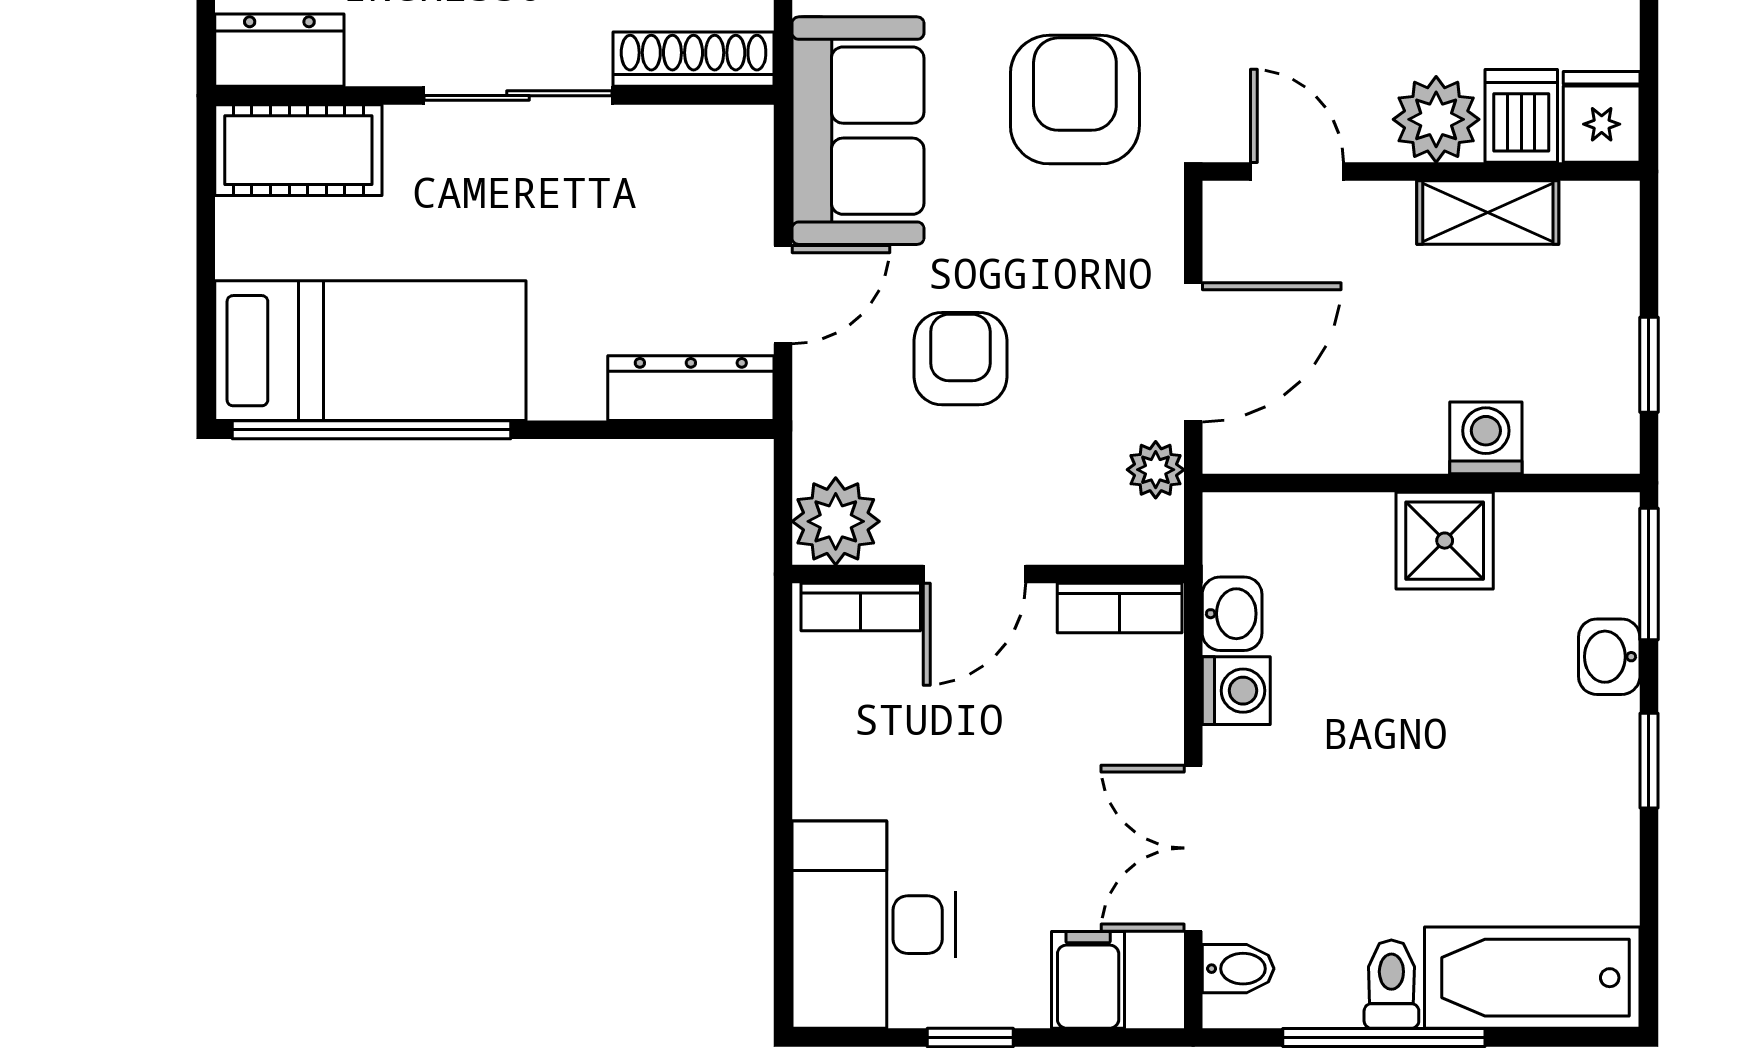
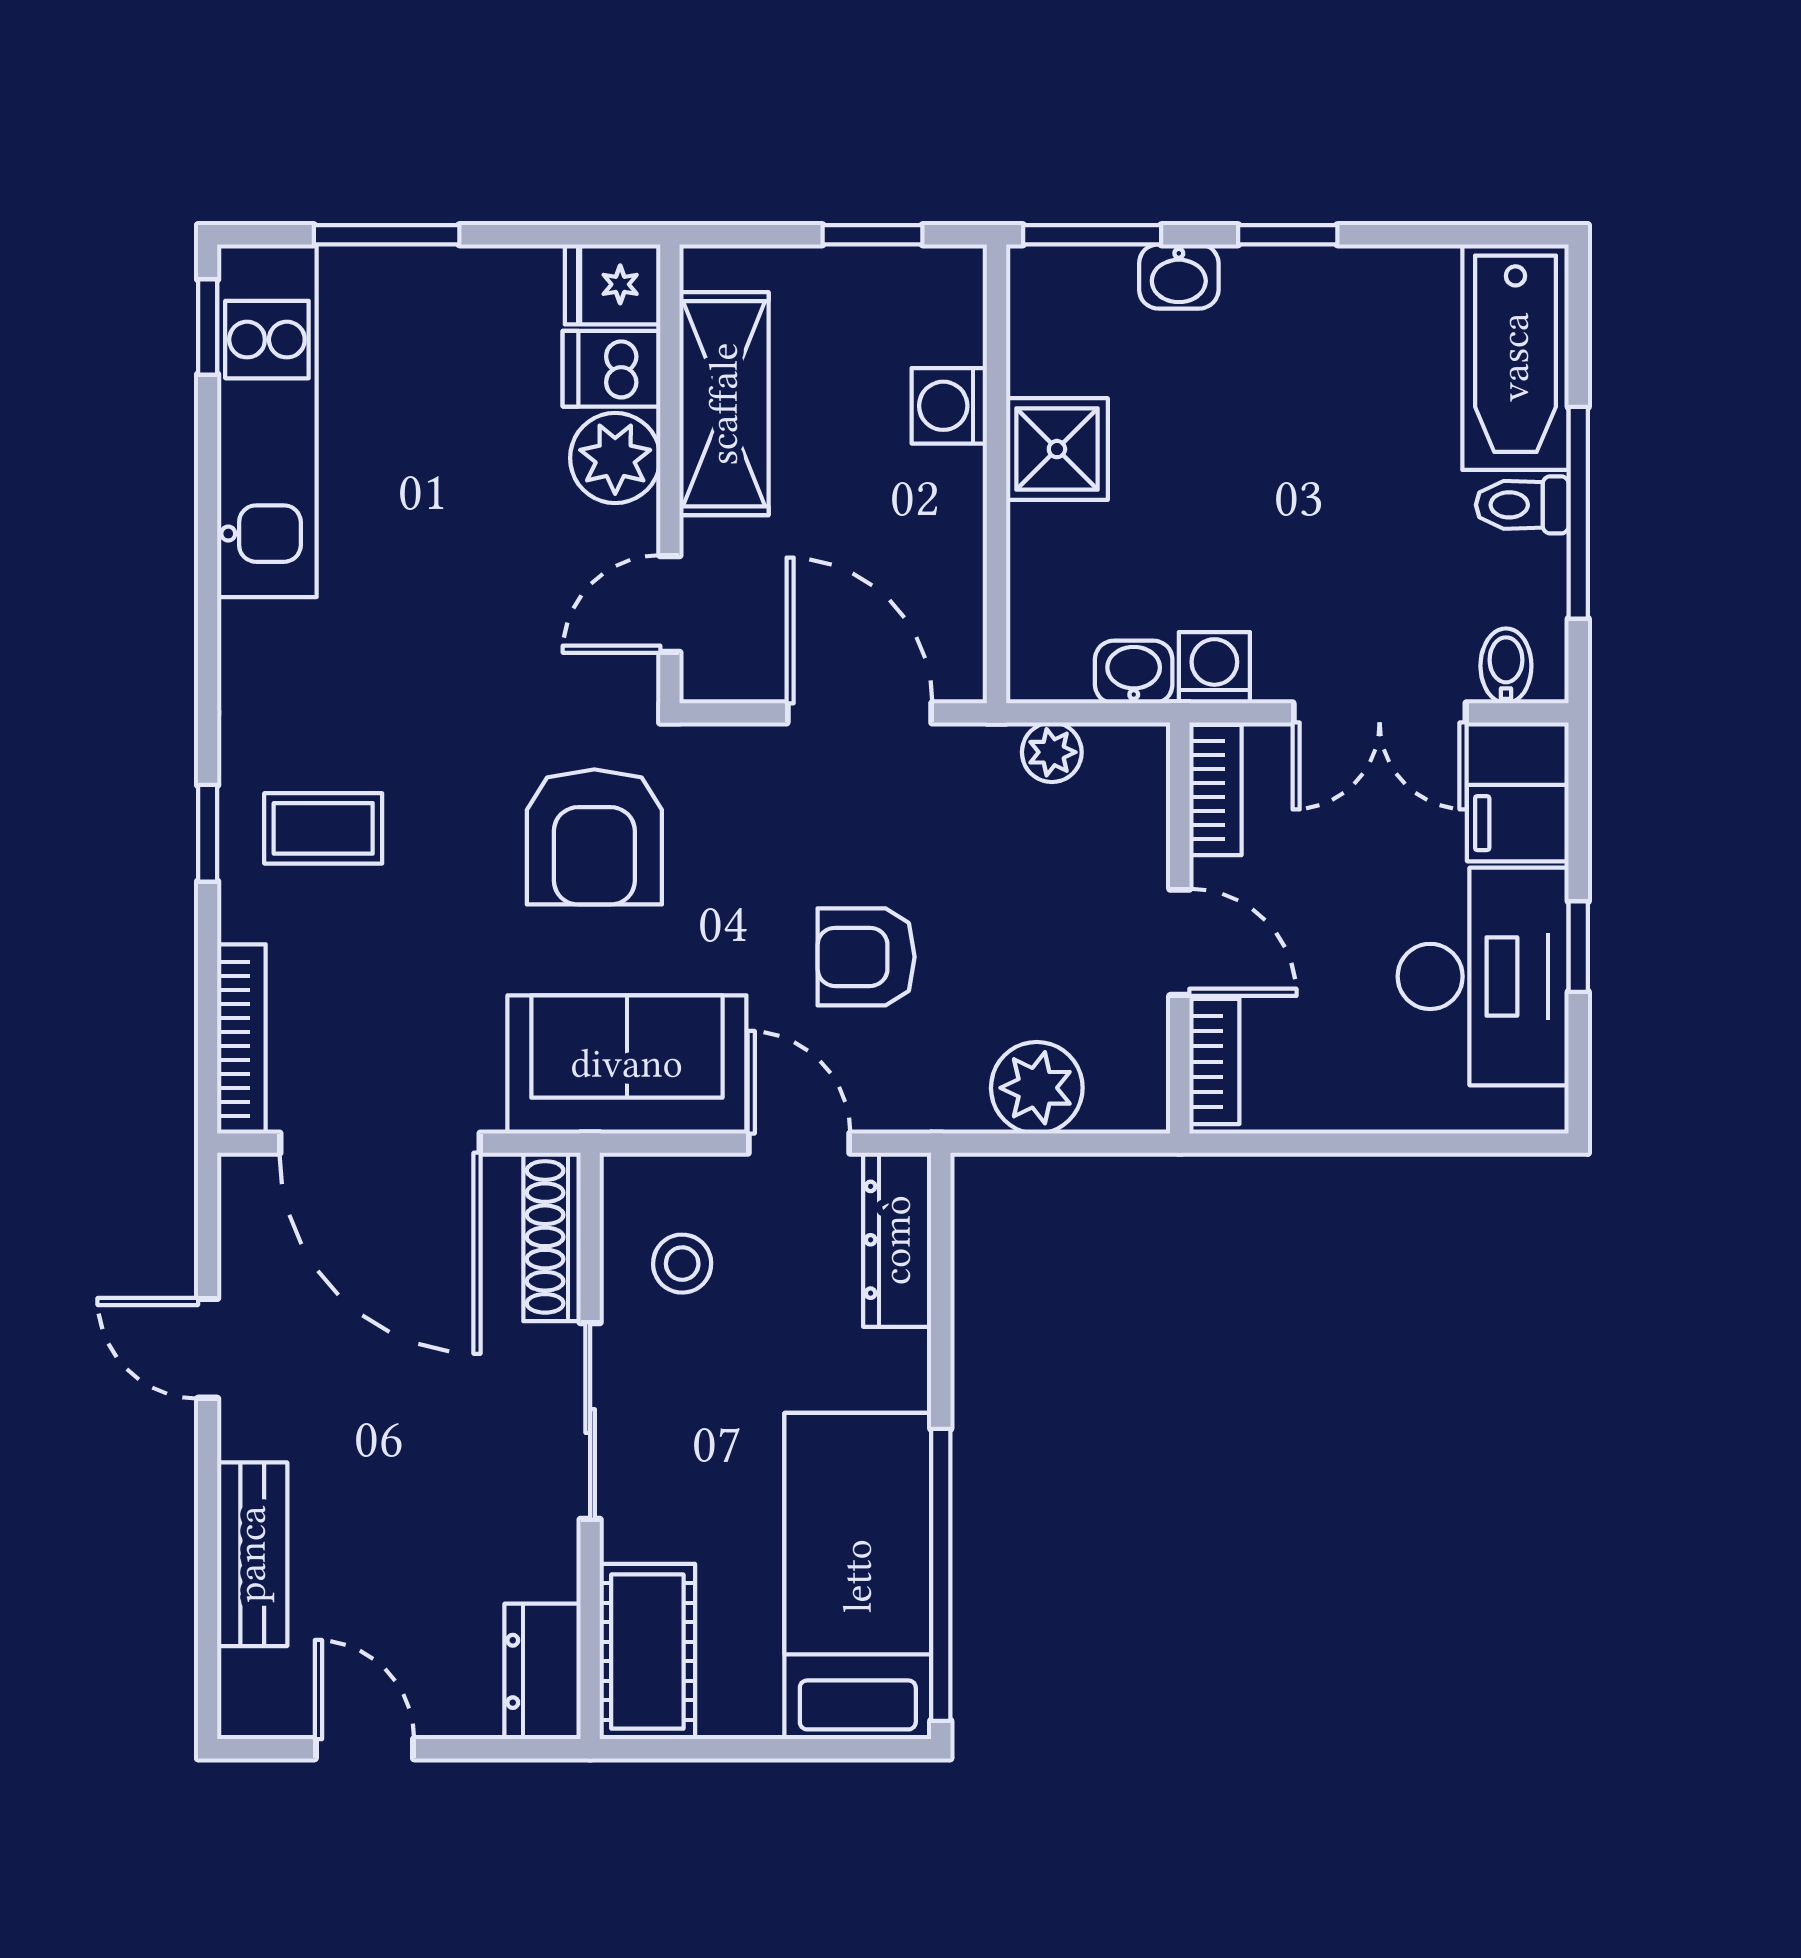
armchair: (1075, 100) -> (594, 837), turned -90
stool: (668, 183) -> (682, 1264), added
shelving: (1488, 213) -> (724, 404), width x1.50, depth x1.33
plant: (1156, 470) -> (1052, 752), moved
door: (974, 574) -> (1180, 942), moved
wall: (988, 574) -> (1180, 928), moved
bookcase: (861, 607) -> (1214, 1062), moved
bookcase: (1120, 608) -> (1215, 790), moved
desk: (874, 925) -> (1483, 976), moved, turned -90

